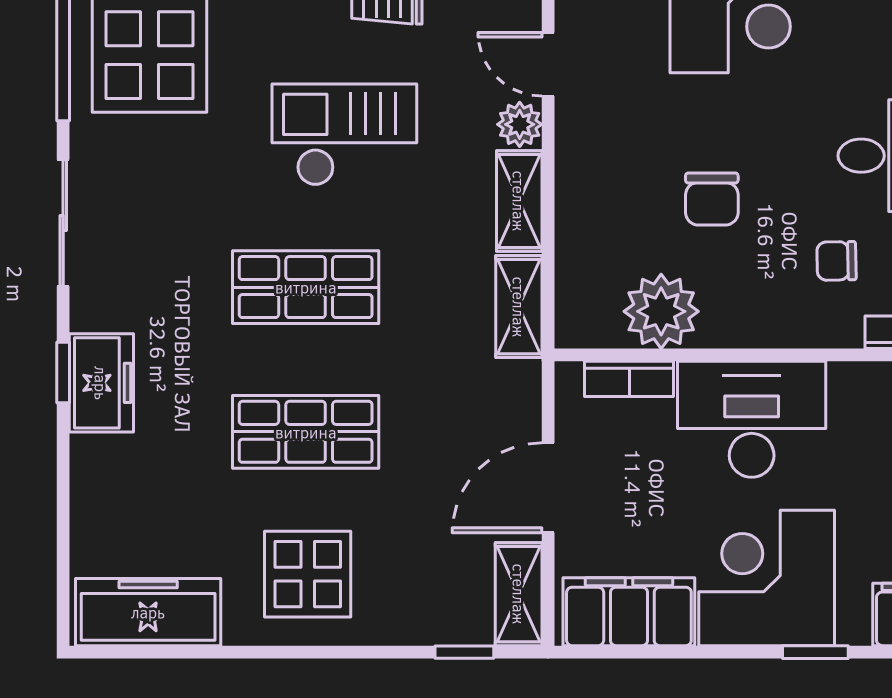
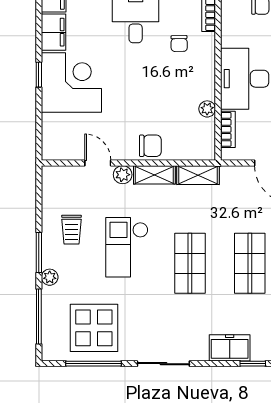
door: (548, 64) -> (98, 163), swing flipped
chair: (712, 199) -> (150, 146), moved
plant: (661, 311) -> (207, 109), width x0.53, depth x0.53
window: (63, 373) -> (253, 364), moved

